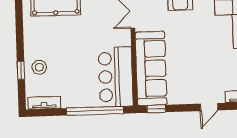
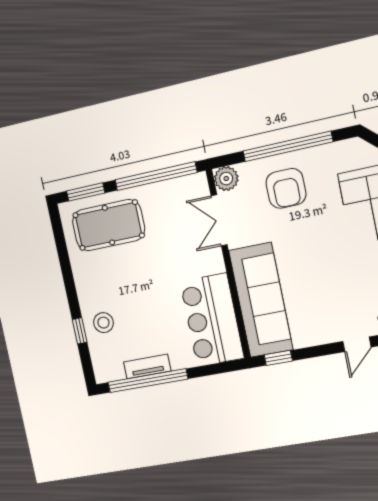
tv unit: (44, 103) -> (147, 366), moved
window: (95, 111) -> (148, 381), moved

